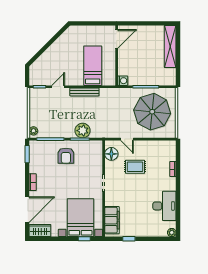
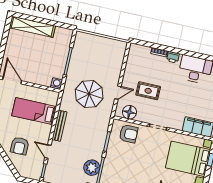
armchair: (58, 59) -> (20, 146), added
parasol: (152, 112) -> (89, 94), moved, width x0.73, depth x0.73
plant: (83, 131) -> (92, 168), moved
armchair: (66, 156) -> (129, 134), moved
rug: (135, 167) -> (148, 91), turned 90
printer: (171, 183) -> (173, 57), added

